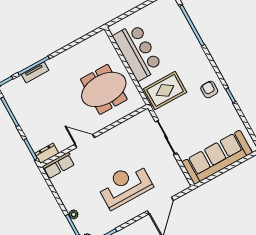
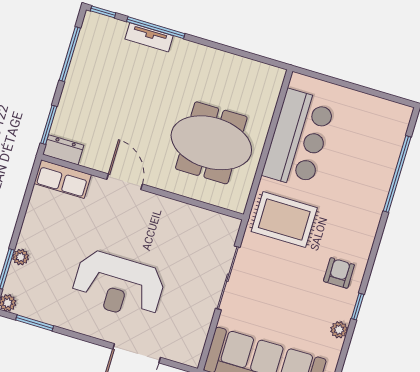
plant: (233, 113) -> (339, 330), added
reception desk: (125, 185) -> (118, 285), turned 180

